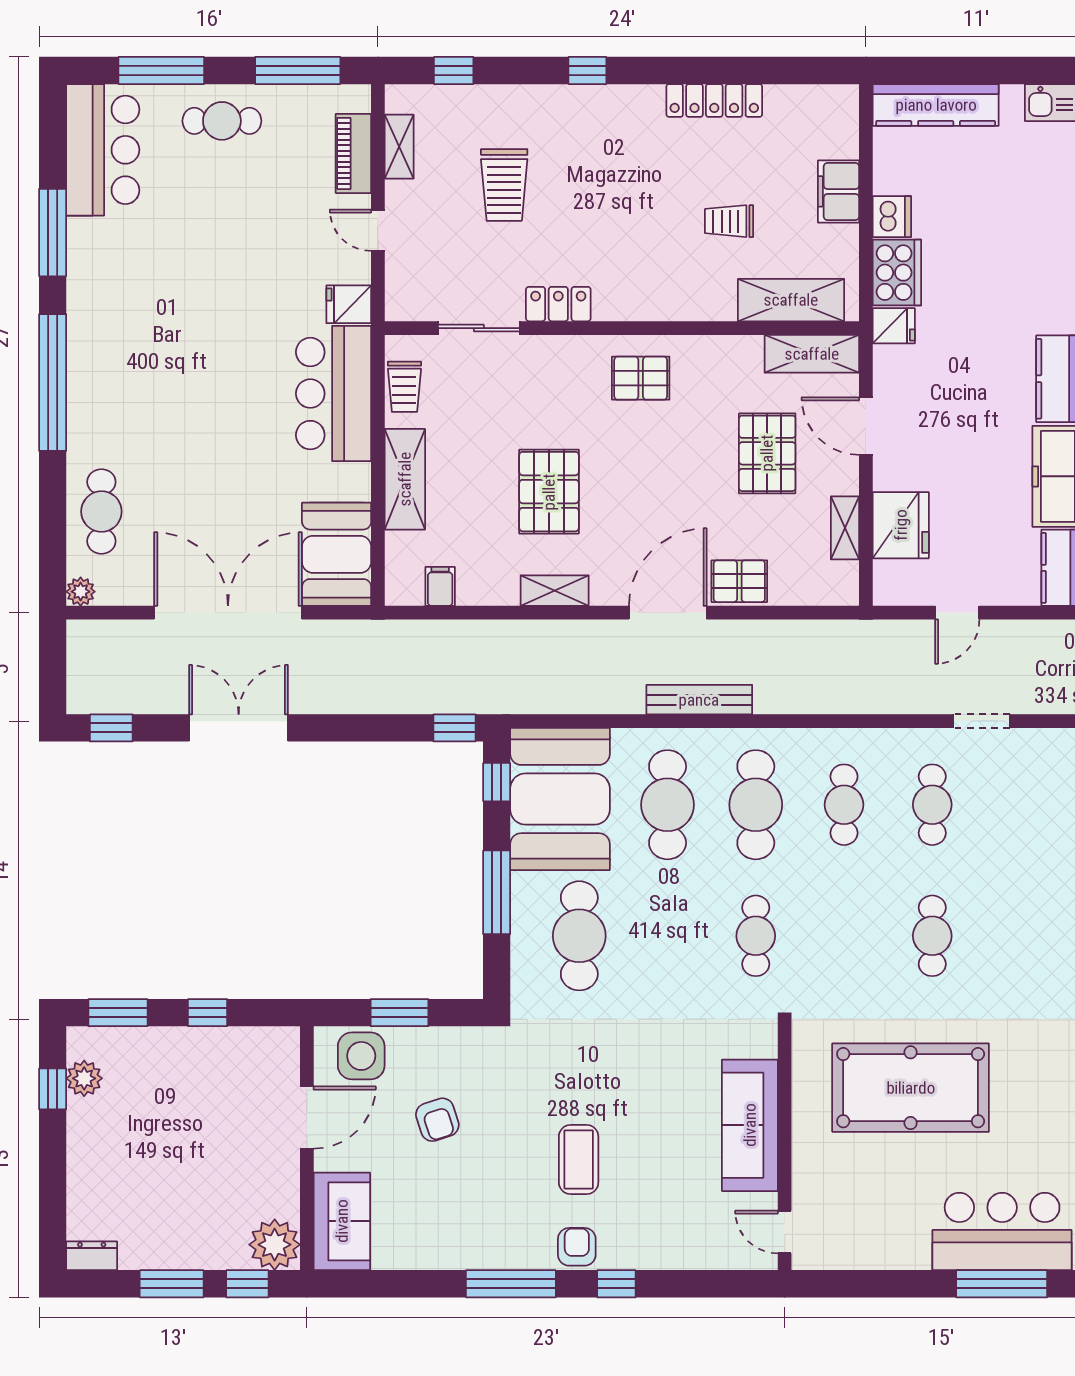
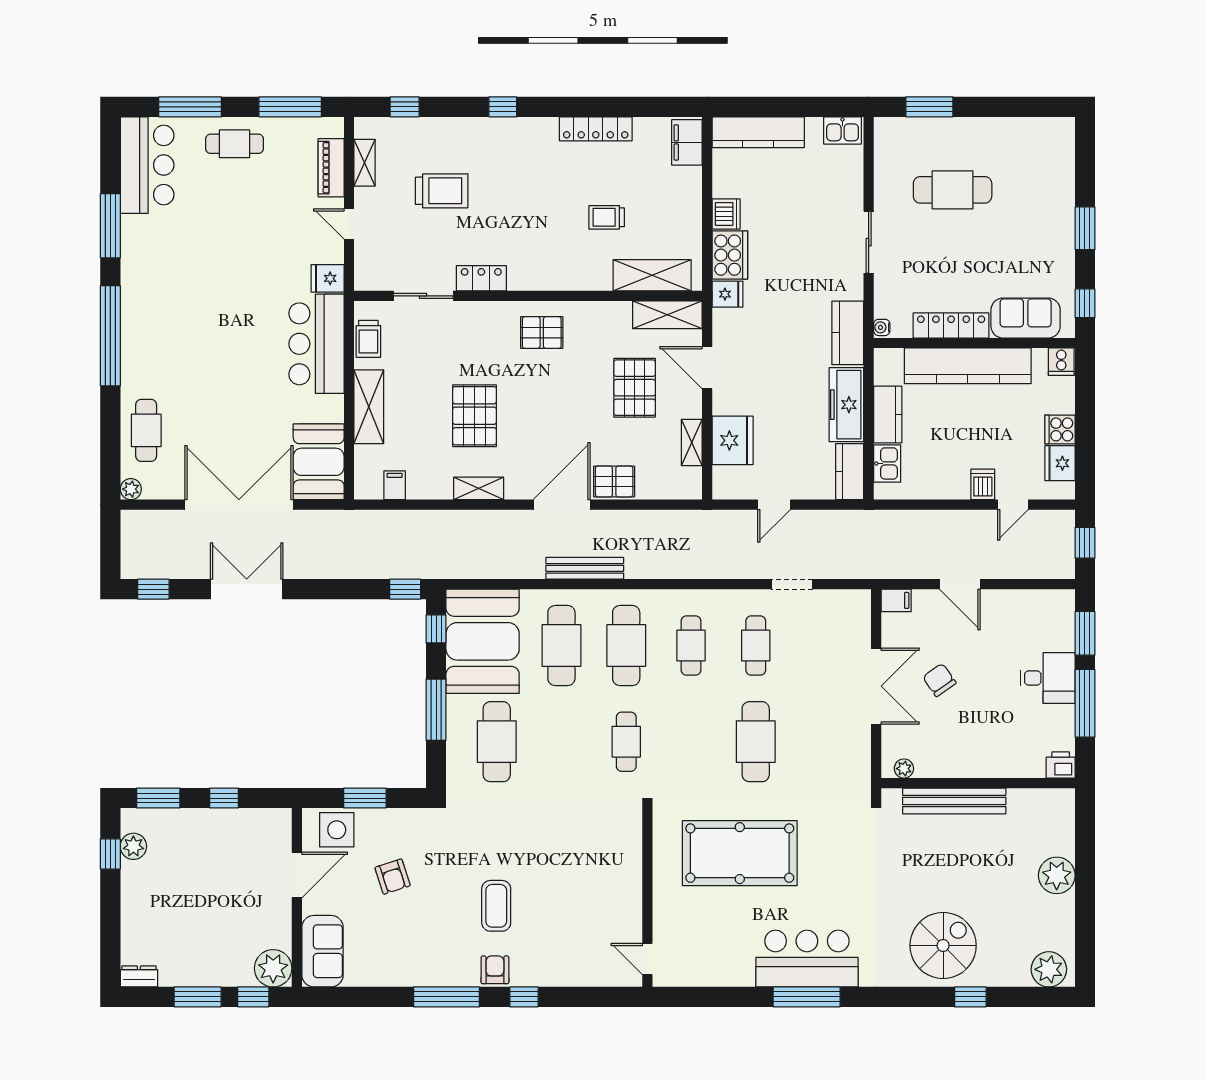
trolley: (504, 185) -> (442, 191), turned -90
filing cabinet: (838, 191) -> (687, 142), moved
cafe table: (932, 936) -> (756, 742), width x1.37, depth x1.35
sofa: (750, 1125) -> (622, 881), removed

